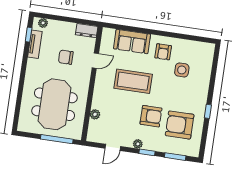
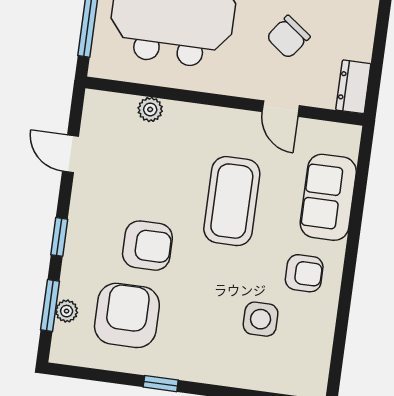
armchair: (163, 52) -> (304, 273), turned 180
chair: (66, 57) -> (288, 37), turned -143
armchair: (151, 116) -> (147, 246), turned -90
plant: (138, 144) -> (67, 311), moved

